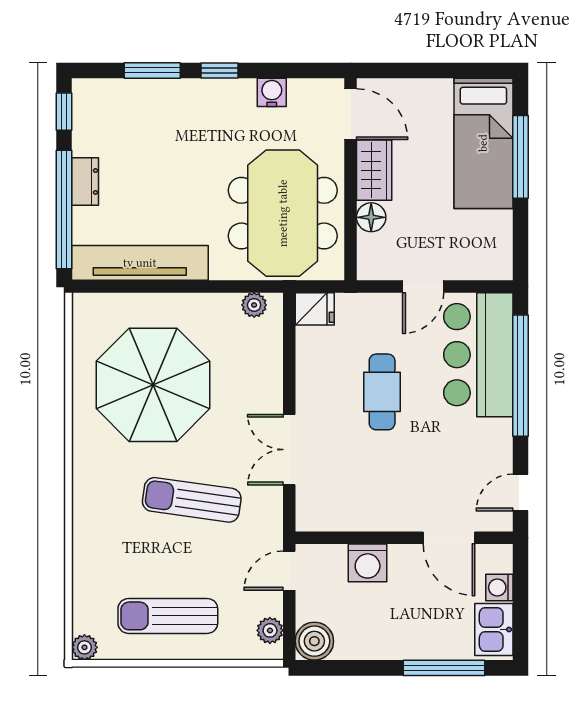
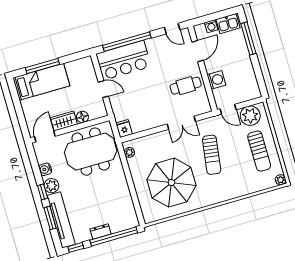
plant: (228, 96) -> (51, 186), added
tv unit: (140, 263) -> (61, 220), moved, turned 180
cafe table: (382, 392) -> (186, 86), moved
plant: (270, 630) -> (250, 116), width x1.88, depth x1.88
boiler: (314, 641) -> (252, 92), removed

